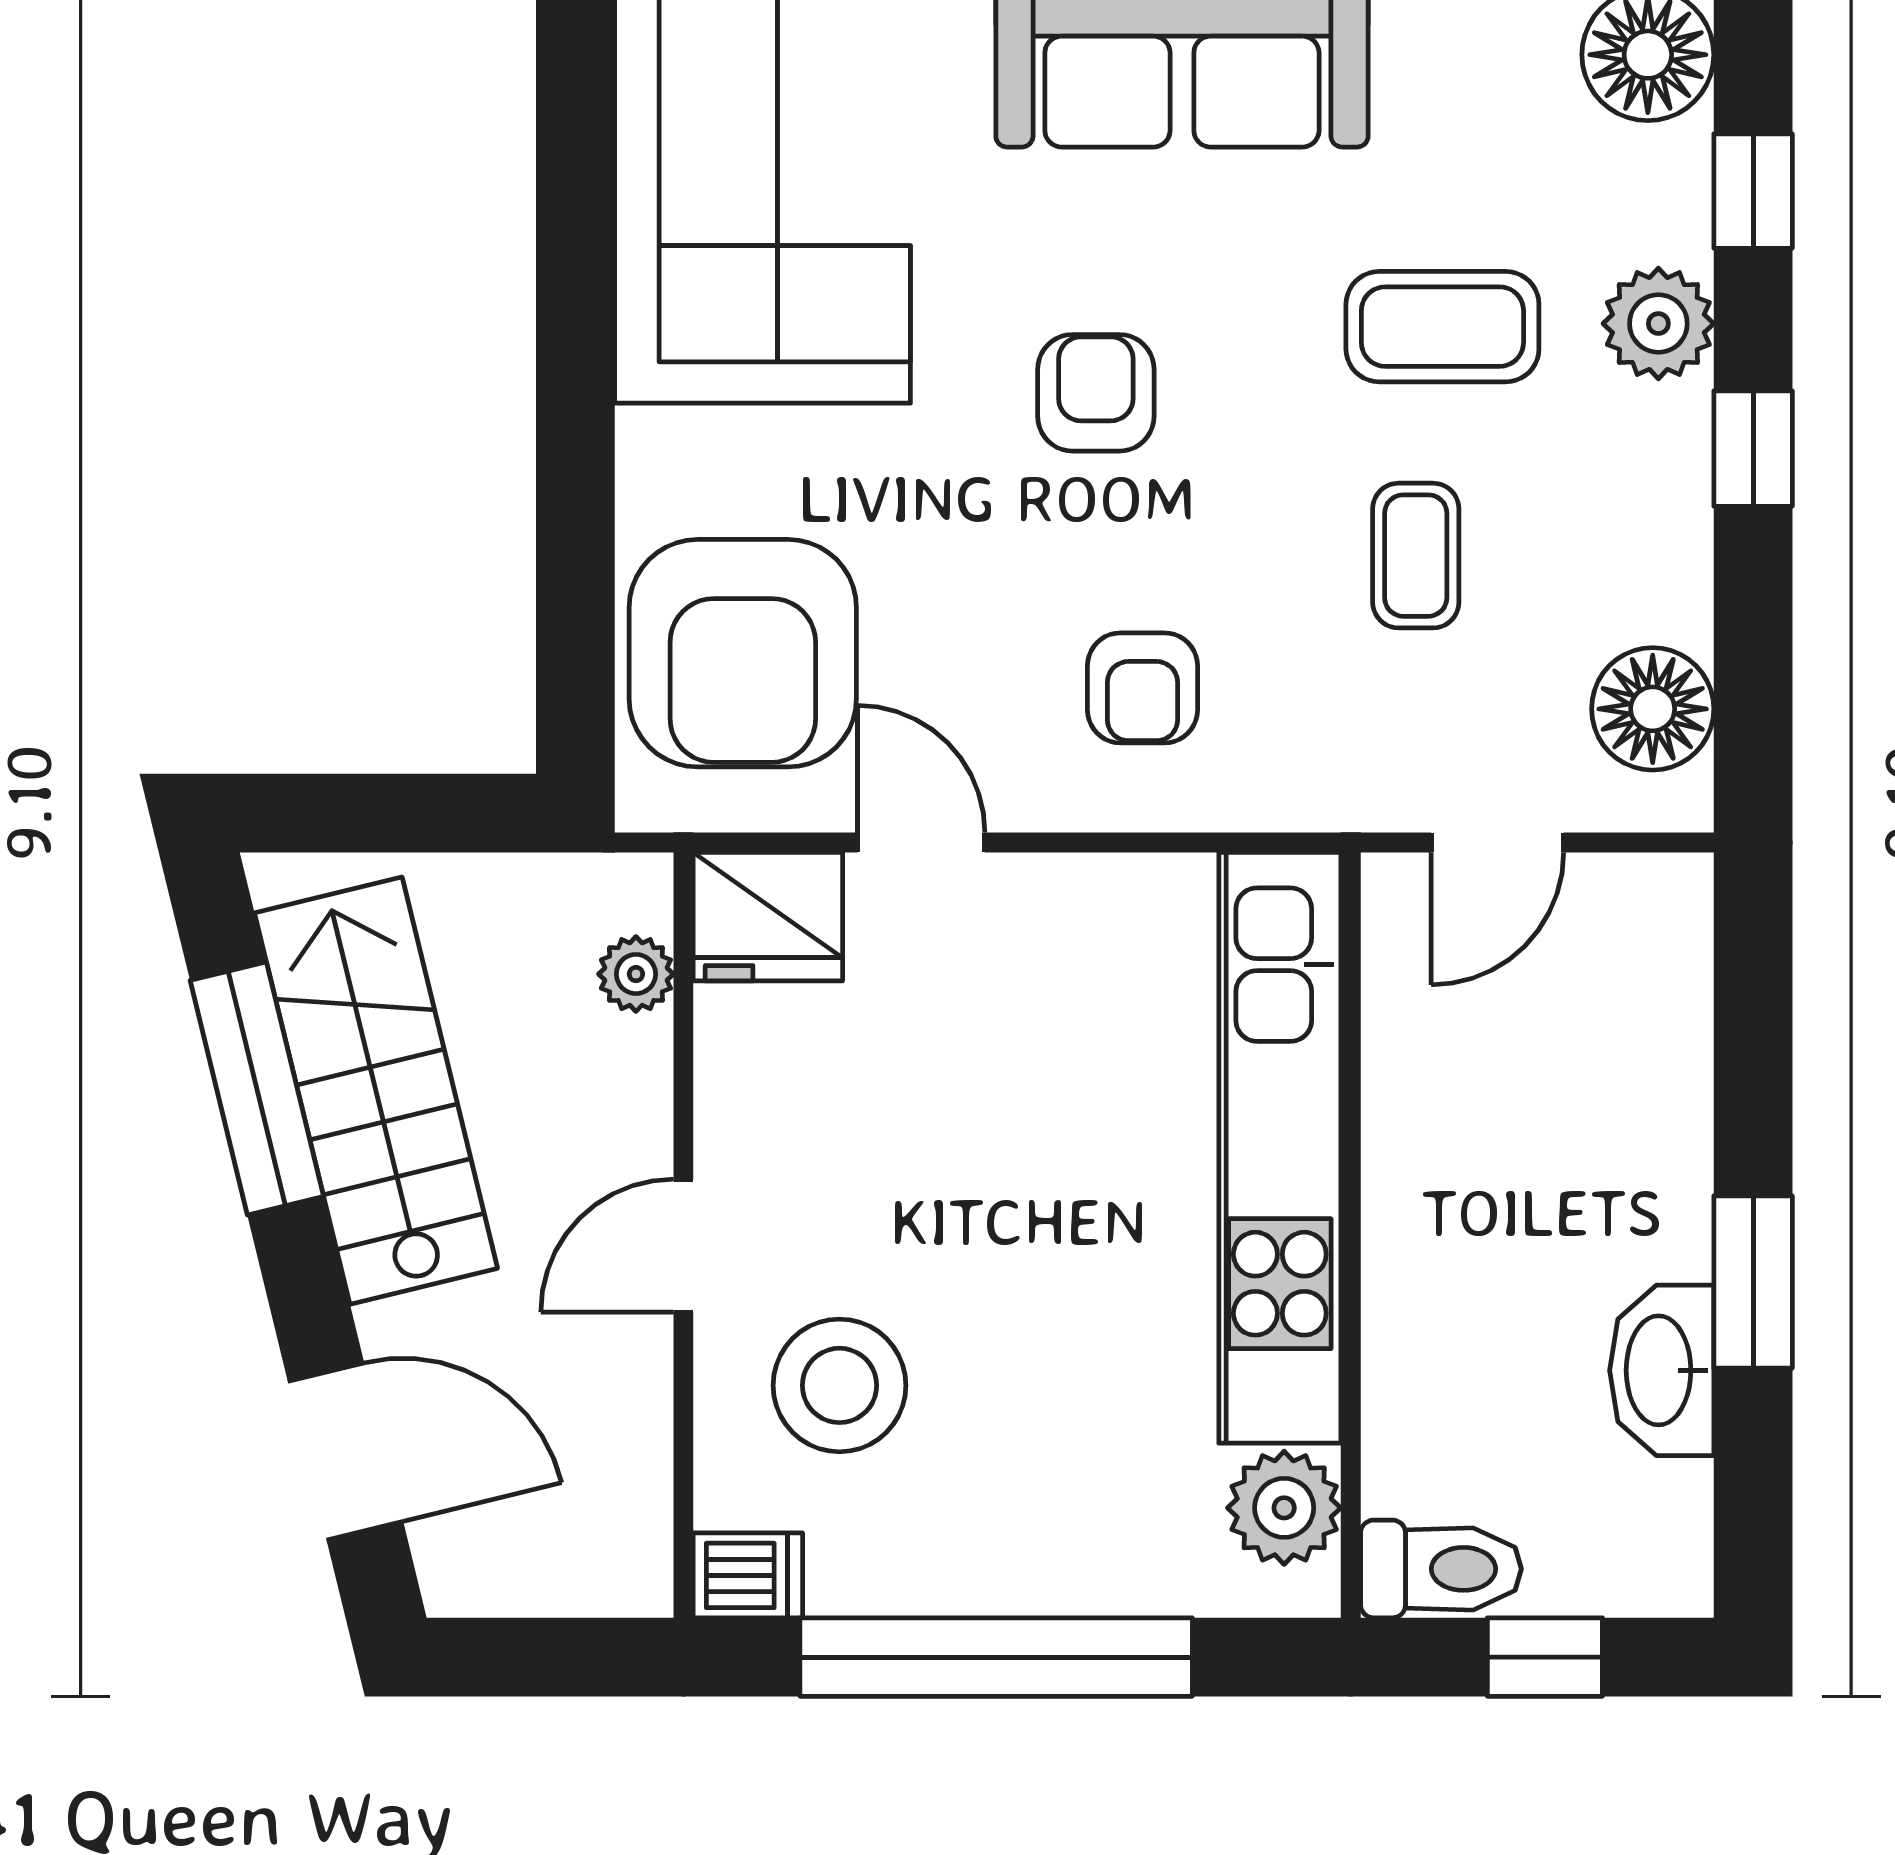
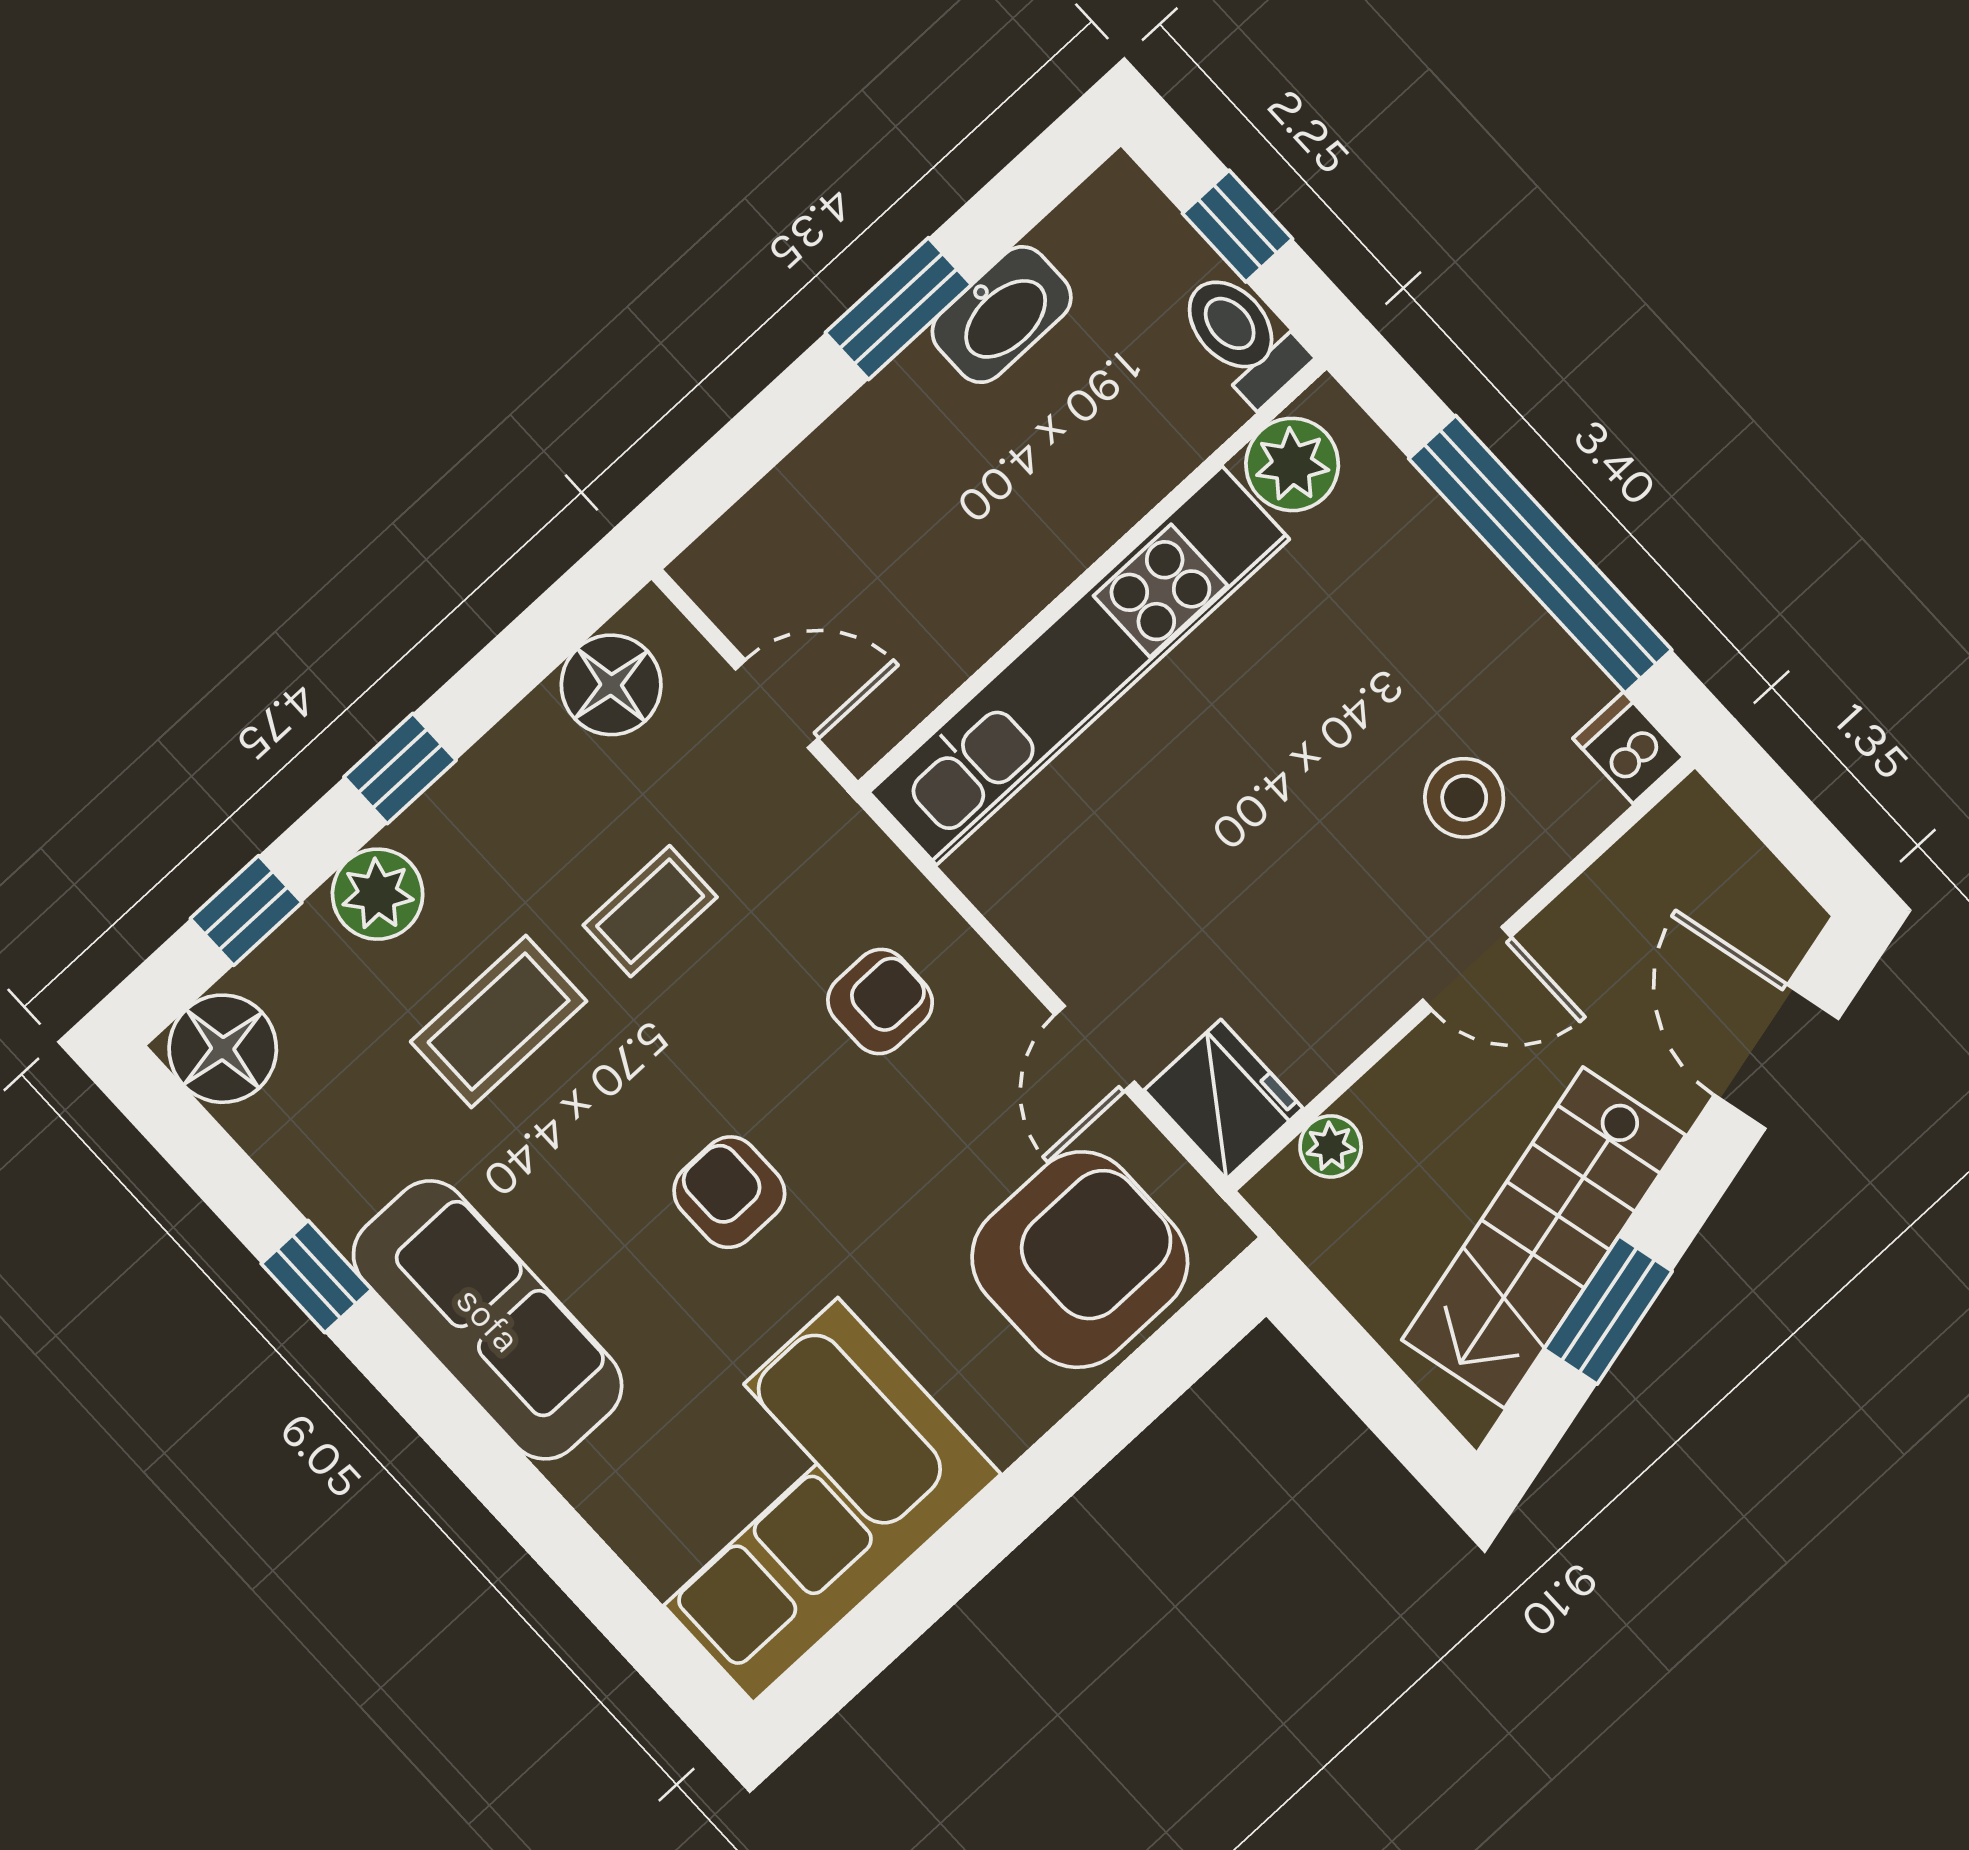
coffee table: (1442, 327) -> (499, 1021), turned 90
armchair: (1096, 393) -> (729, 1192), turned 90
window: (257, 1088) -> (1608, 1310), width x0.69
stool: (839, 1385) -> (1464, 798), width x0.73, depth x0.73

